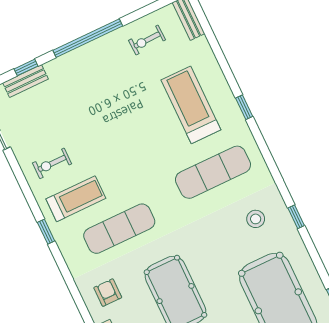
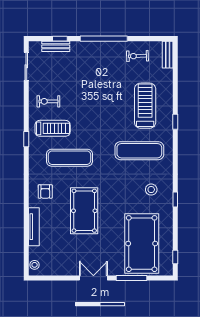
armchair: (108, 293) -> (45, 192), turned 180

